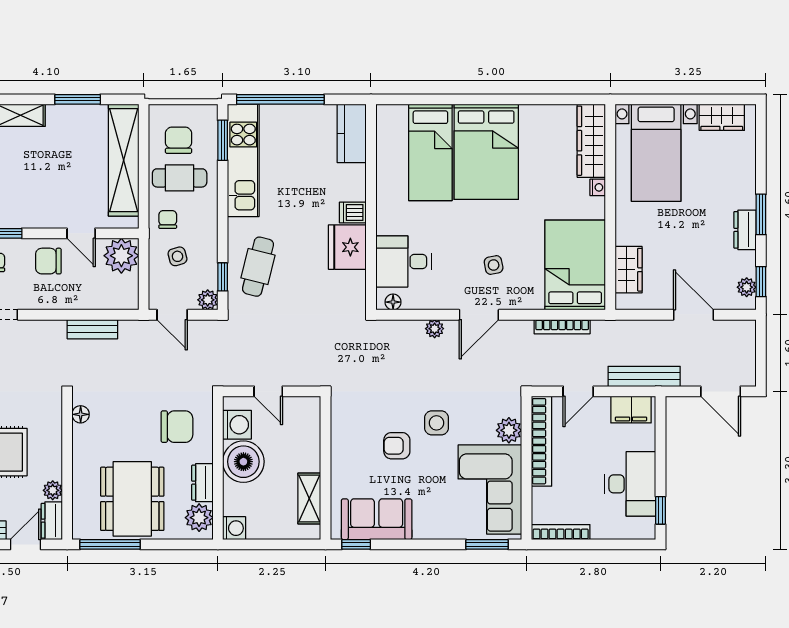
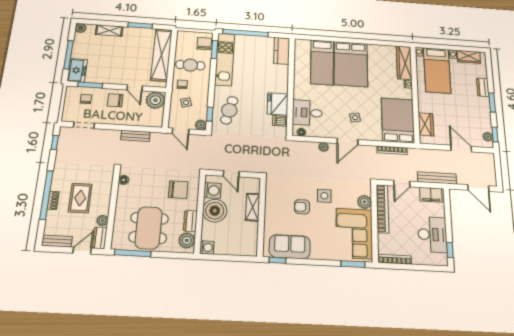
chair: (179, 140) -> (204, 44), moved
dishwasher: (353, 213) -> (280, 121), moved
dresser: (745, 230) -> (483, 87), moved
shelving: (309, 498) -> (253, 207), moved

